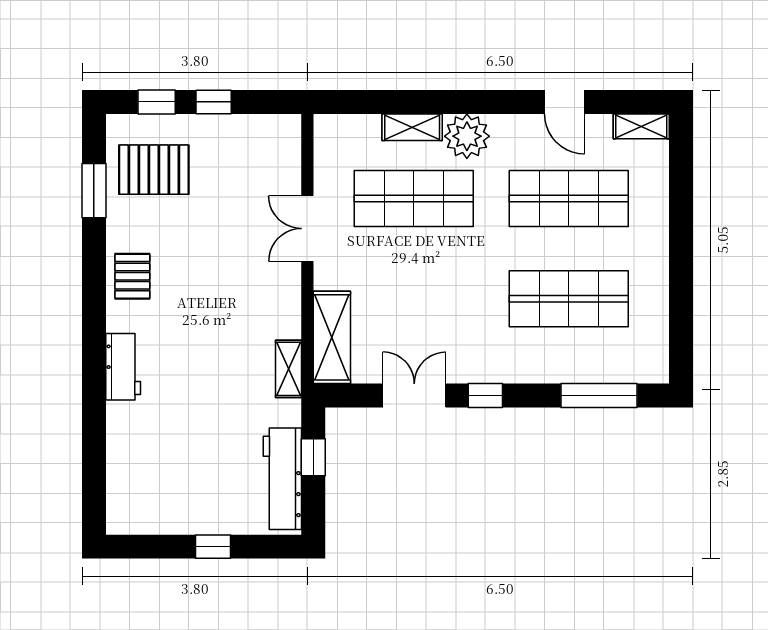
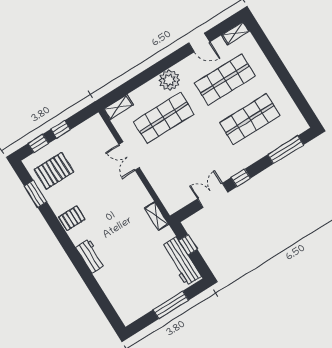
shelving: (412, 127) -> (118, 107), moved
pallet: (132, 276) -> (72, 218), turned 90
shelving: (332, 337) -> (166, 193), removed
window: (213, 547) -> (171, 305), width x2.17

